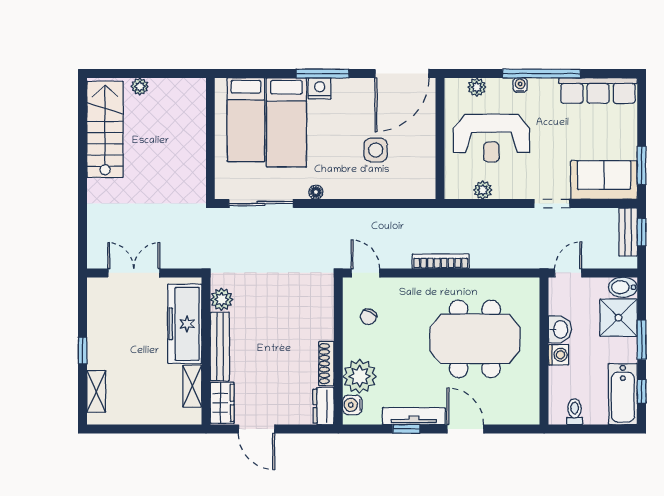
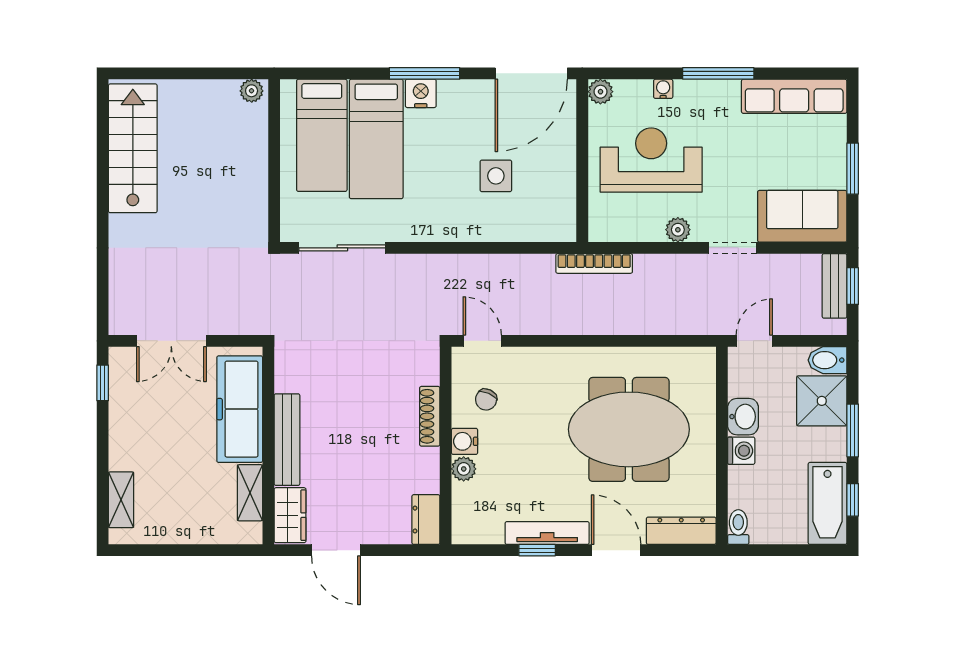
window: (541, 74) -> (718, 73), width x0.68
water cooler: (520, 85) -> (663, 89), moved
plant: (140, 86) -> (252, 91), moved
plant: (477, 87) -> (600, 92), moved
reception desk: (491, 138) -> (651, 160), turned 180
window: (642, 165) -> (853, 169), moved
plant: (483, 190) -> (678, 230), moved
floor lamp: (316, 192) -> (416, 232), removed
bookcase: (441, 261) -> (594, 263), moved, turned 180
double door: (134, 273) -> (171, 341), swing flipped
plant: (222, 299) -> (289, 376), removed
window: (83, 351) -> (103, 383), moved
shoe rack: (326, 364) -> (430, 416), moved
plant: (360, 376) -> (464, 469), width x0.53, depth x0.53
water cooler: (352, 405) -> (465, 441), moved
toilet: (575, 412) -> (738, 527), moved
dresser: (514, 414) -> (681, 531), added

